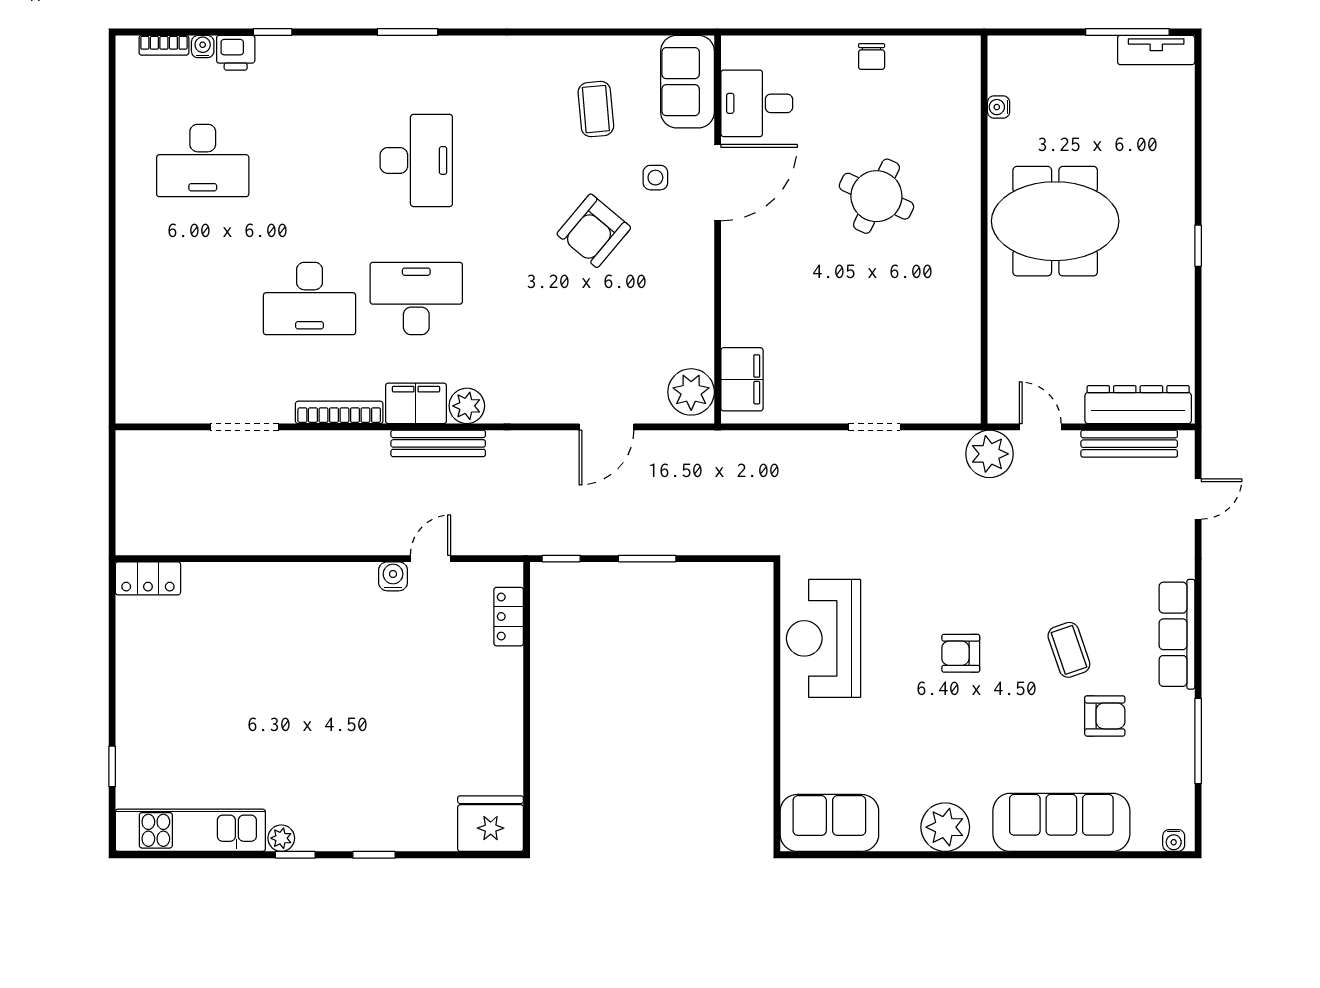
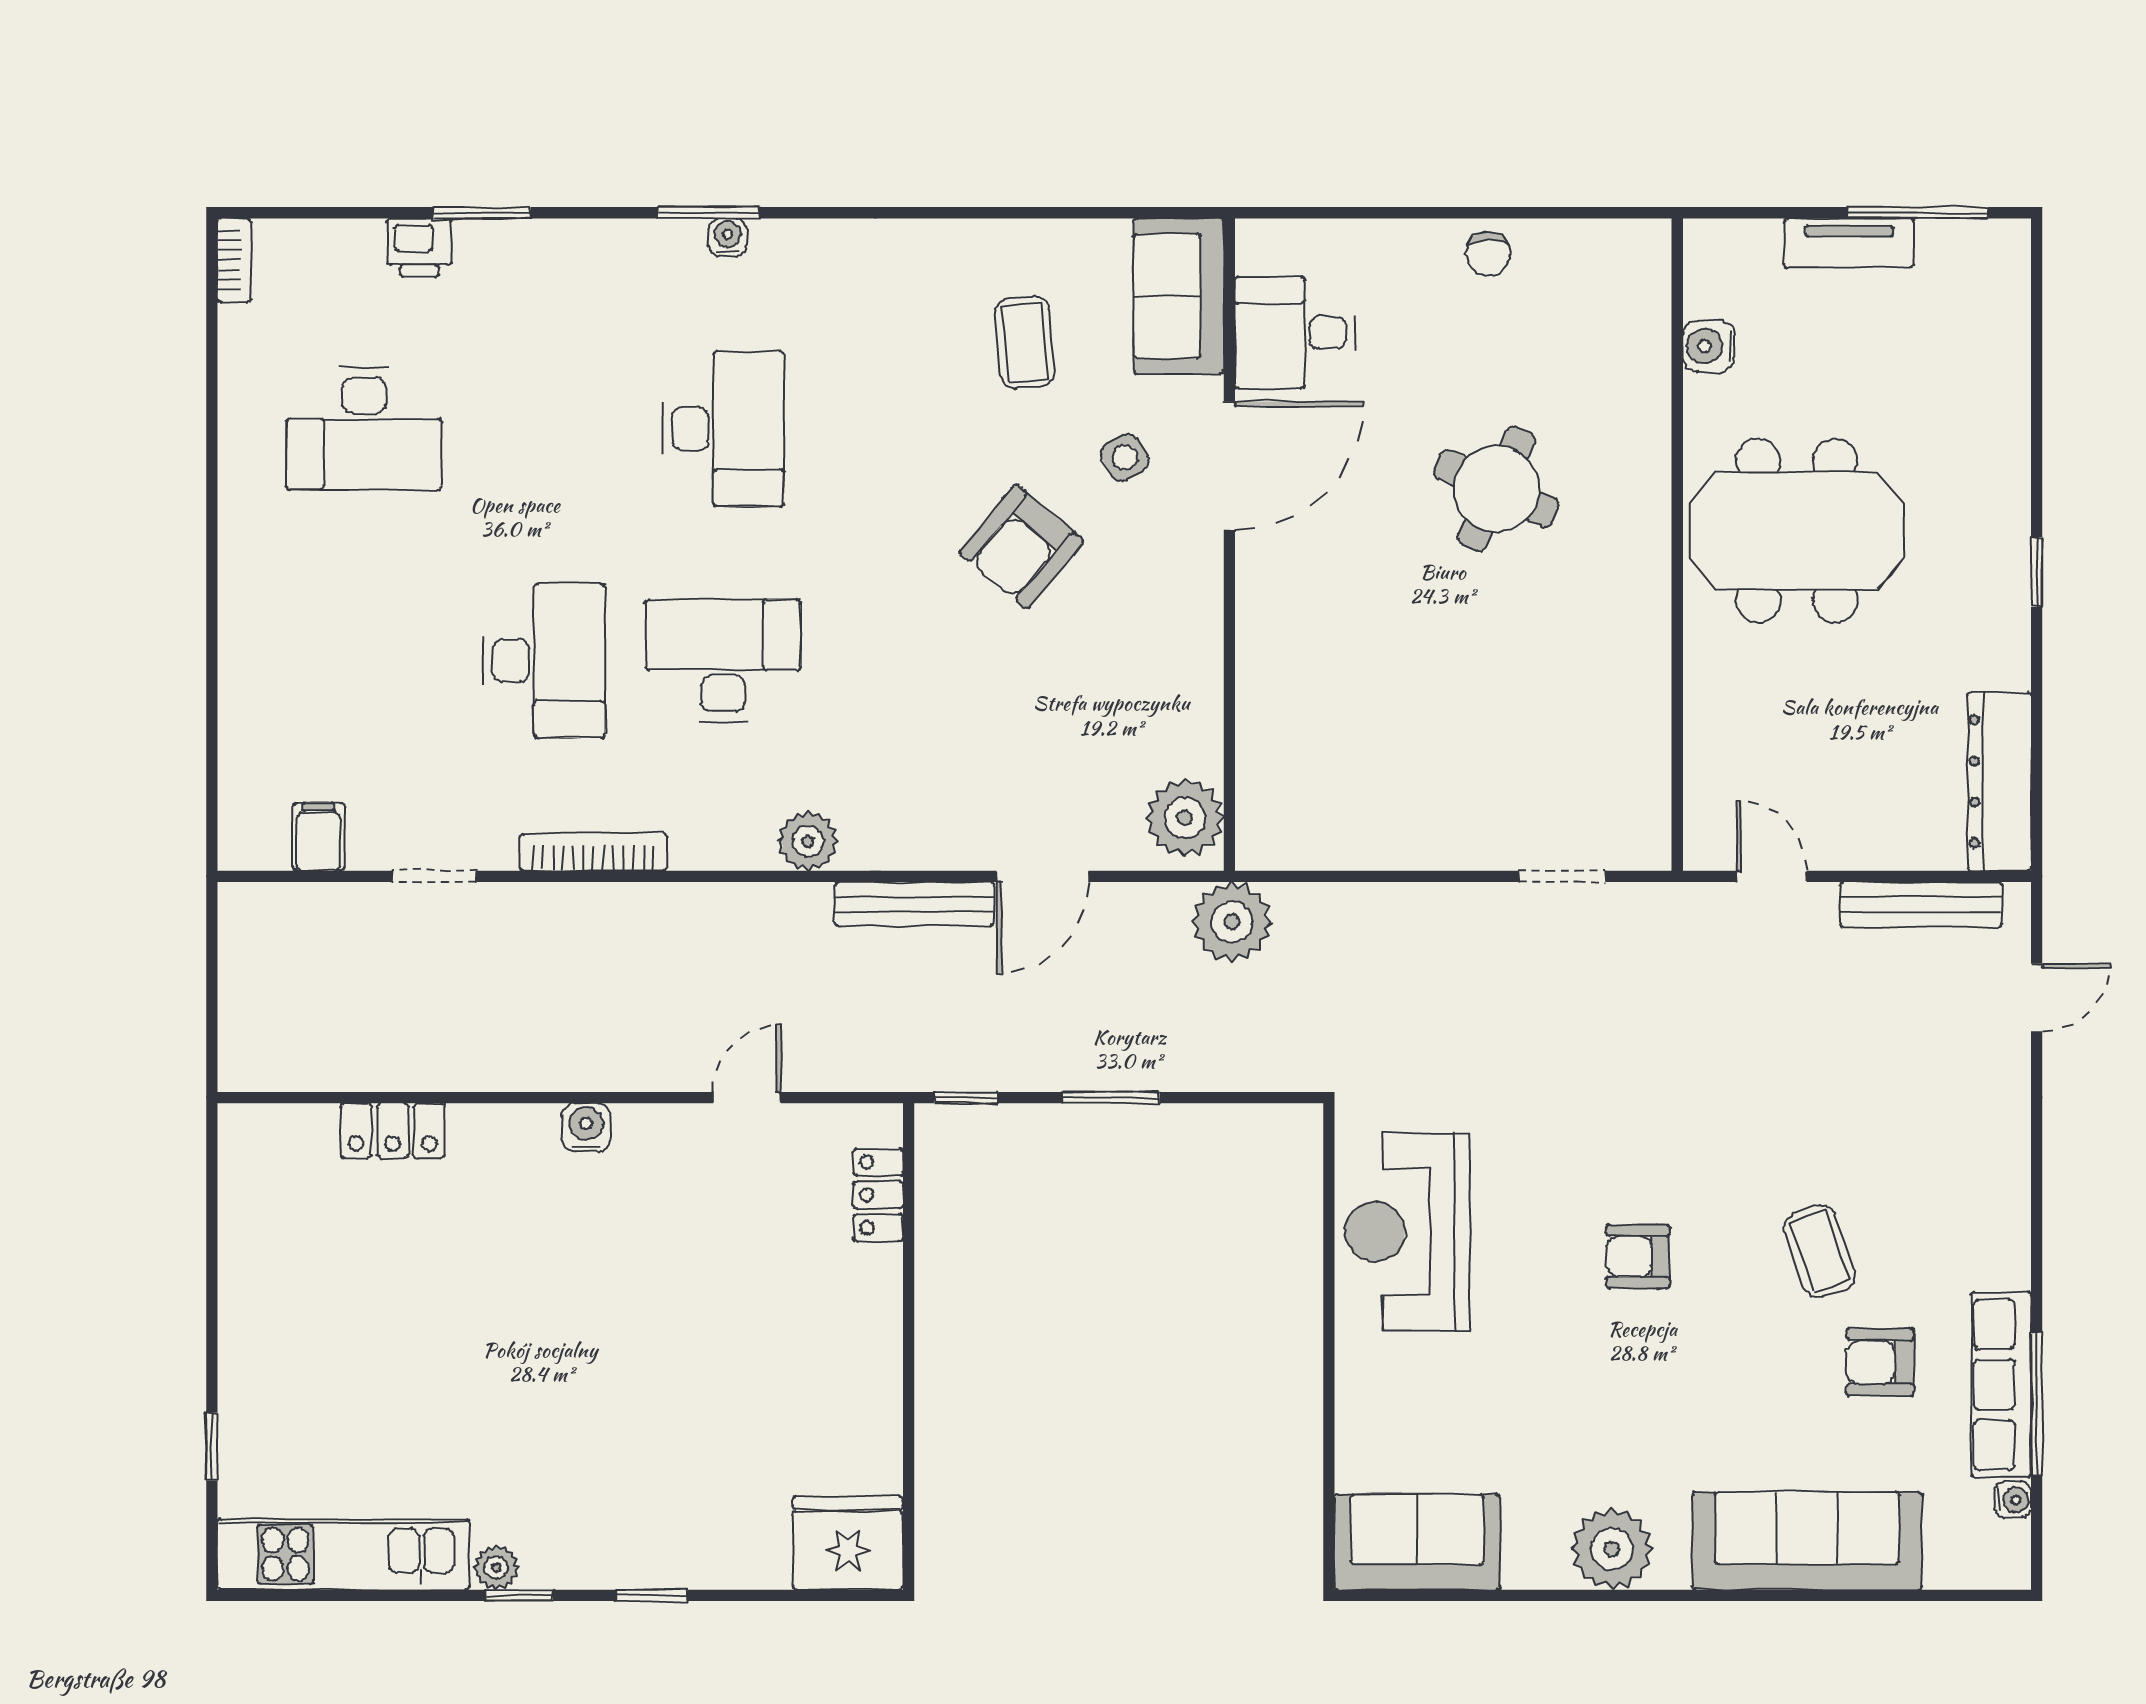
window: (273, 32) -> (482, 213), width x1.50
bookcase: (164, 45) -> (234, 260), moved, turned -90
water cooler: (203, 47) -> (728, 237), moved
tv unit: (1156, 50) -> (1849, 243), moved
water cooler: (999, 107) -> (1709, 346), width x1.38, depth x1.38
side table: (655, 178) -> (1125, 457), turned -30
desk: (310, 298) -> (544, 661), turned -90
filing cabinet: (742, 379) -> (1270, 796), removed
filing cabinet: (416, 403) -> (318, 837), moved, width x0.50
dresser: (1138, 405) -> (1999, 782), moved, turned -90
doorway: (245, 427) -> (434, 876), width x0.73
doorway: (874, 427) -> (1562, 876), moved
bench: (438, 443) -> (914, 904), moved
plant: (990, 454) -> (1232, 922), moved
water cooler: (393, 576) -> (586, 1127), moved
locker: (148, 578) -> (393, 1131), moved
row of seats: (1177, 634) -> (2001, 1385), moved
armchair: (1105, 716) -> (1880, 1362), turned 180
water cooler: (1174, 840) -> (2013, 1500), moved, turned -90

